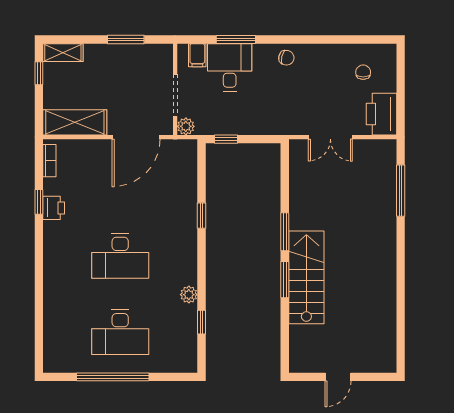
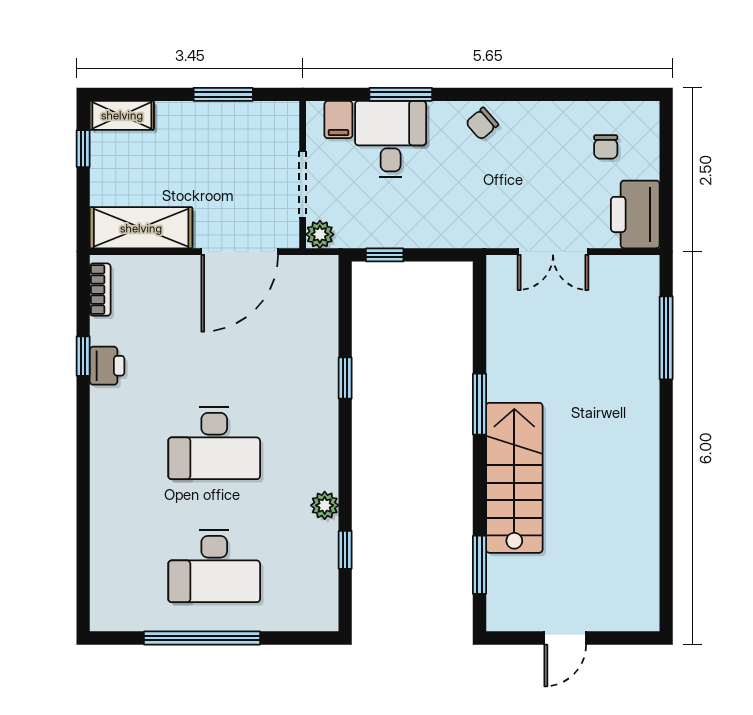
chair: (286, 58) -> (482, 124), turned 126
chair: (363, 72) -> (606, 147), turned 180
window: (285, 280) -> (479, 565), moved

